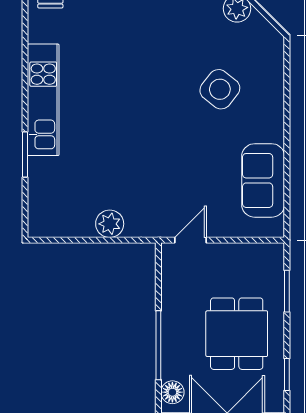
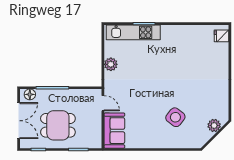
kitchen unit: (43, 100) -> (133, 32), moved
sofa: (263, 180) -> (114, 131), moved, turned 90

